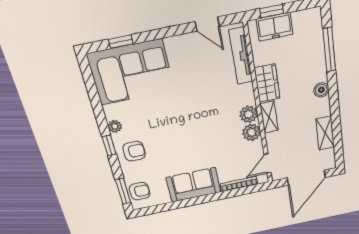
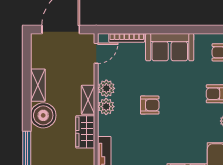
boiler: (321, 90) -> (43, 115), width x1.86, depth x1.86
armchair: (202, 125) -> (150, 105), added
shelving: (325, 133) -> (38, 85), moved

